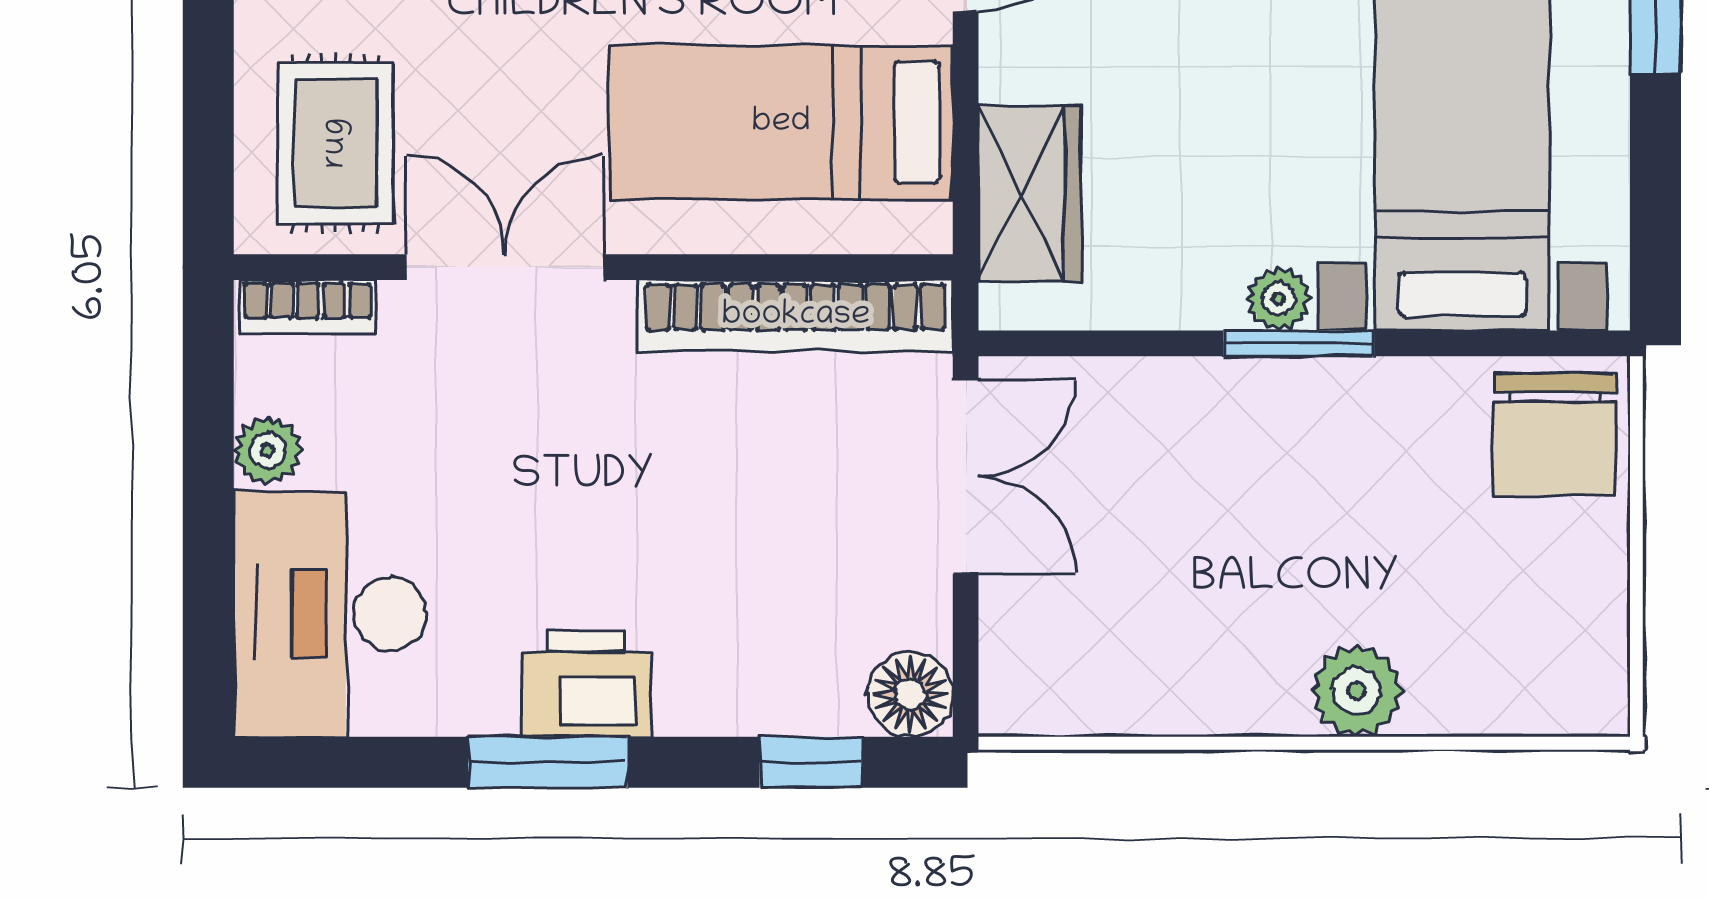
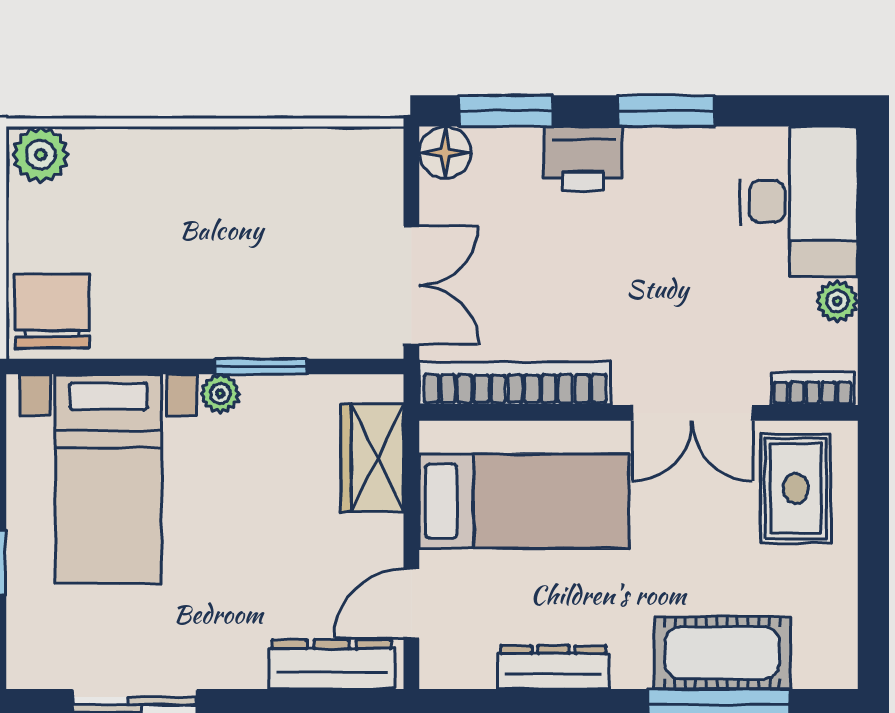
window: (1299, 343) -> (261, 366), moved
double door: (966, 476) -> (411, 285), swing flipped
printer: (586, 684) -> (583, 159), moved
plant: (1357, 691) -> (41, 155), moved
window: (811, 762) -> (506, 111), width x1.50

